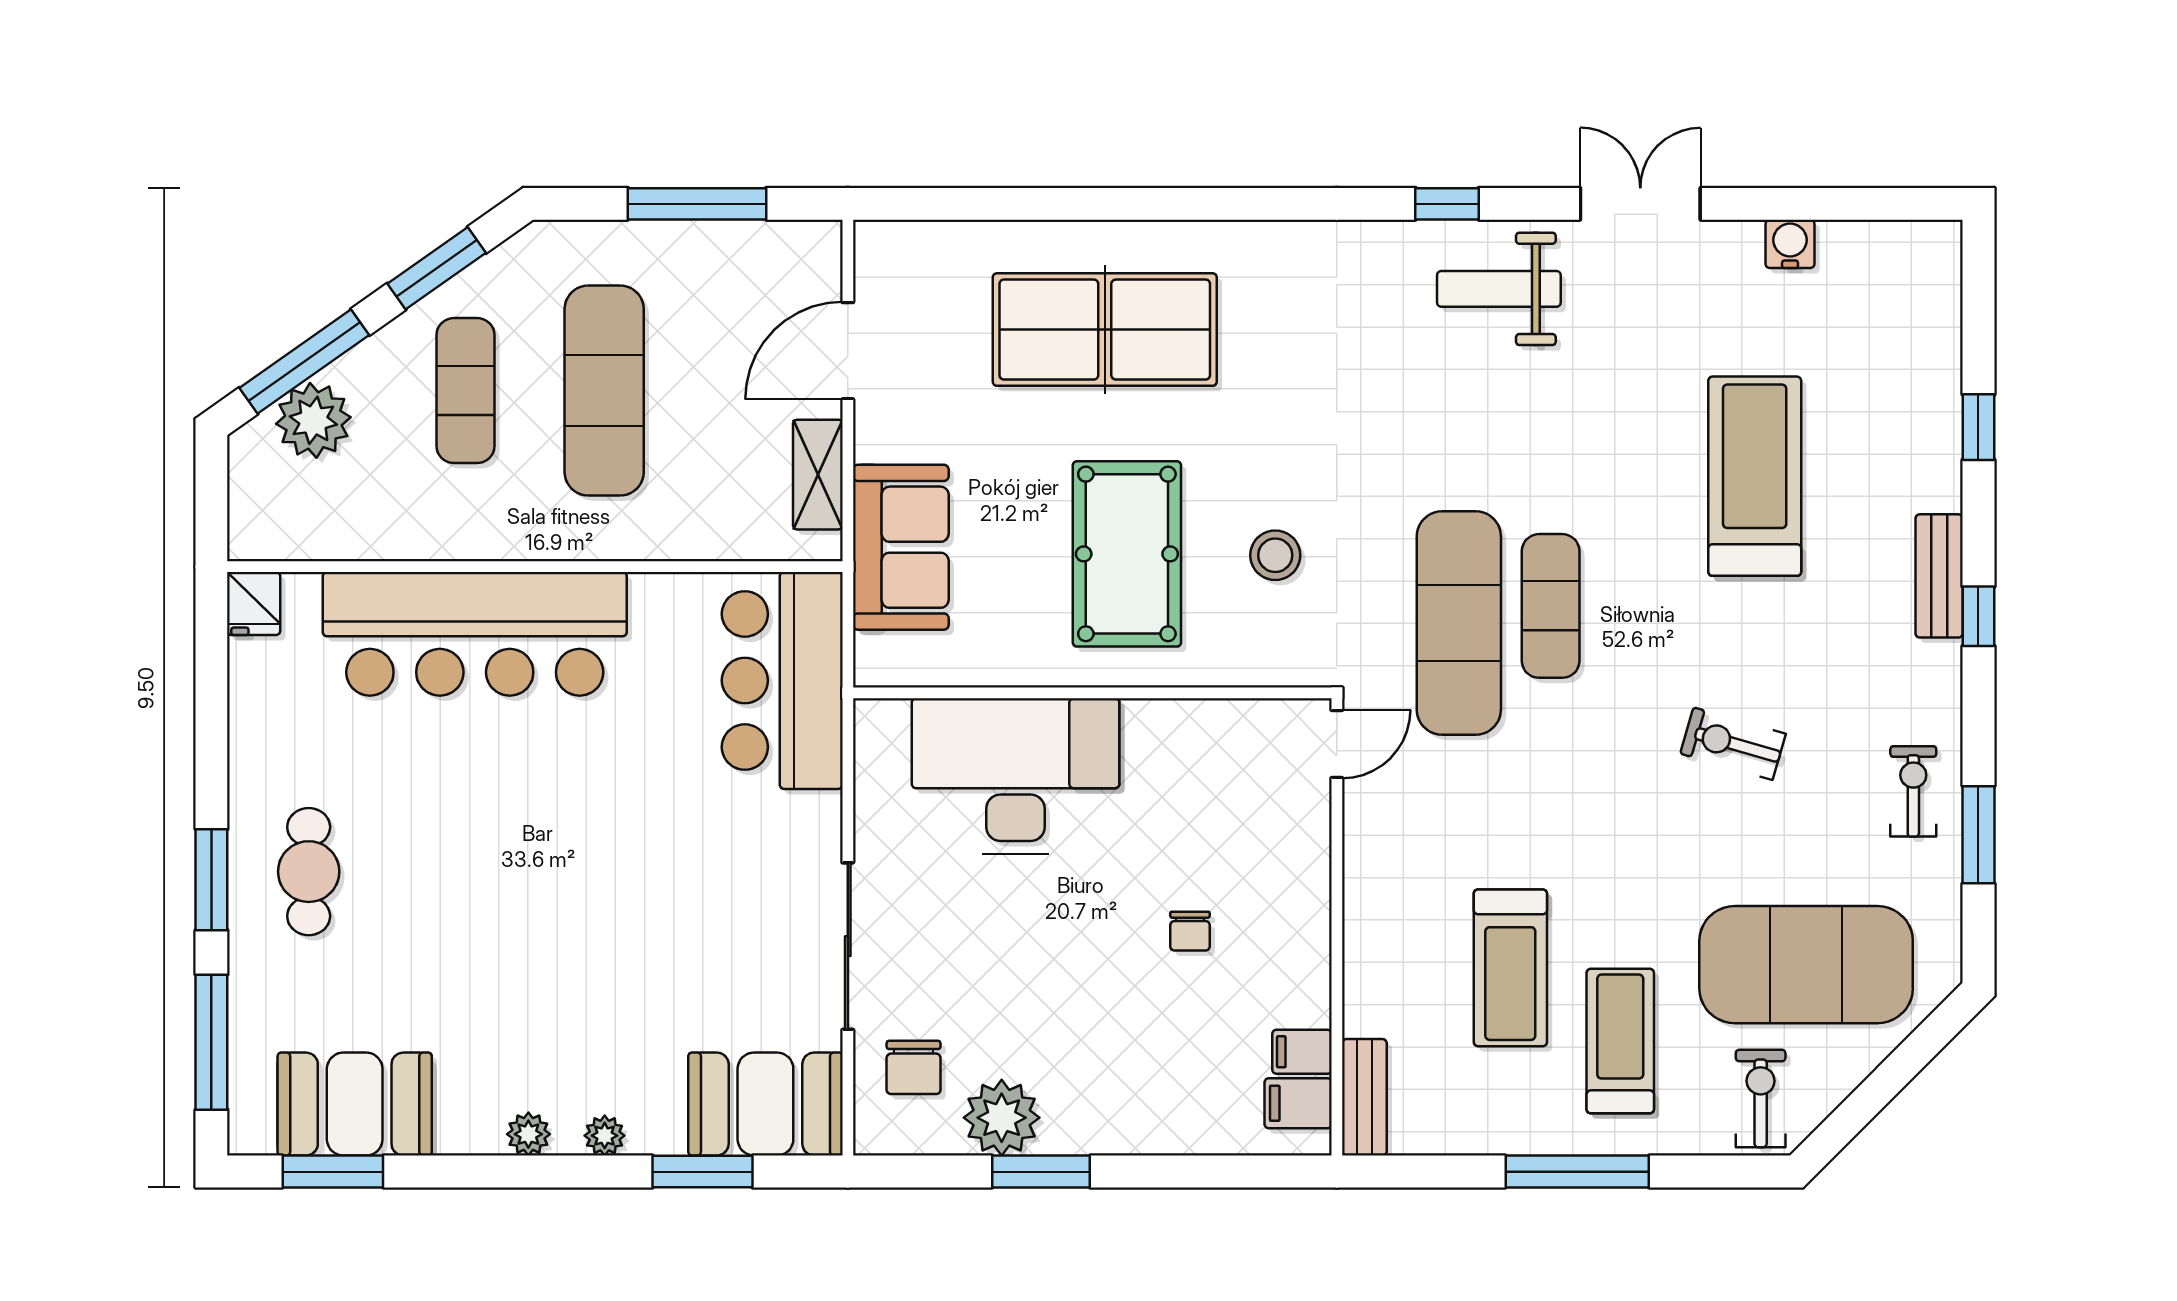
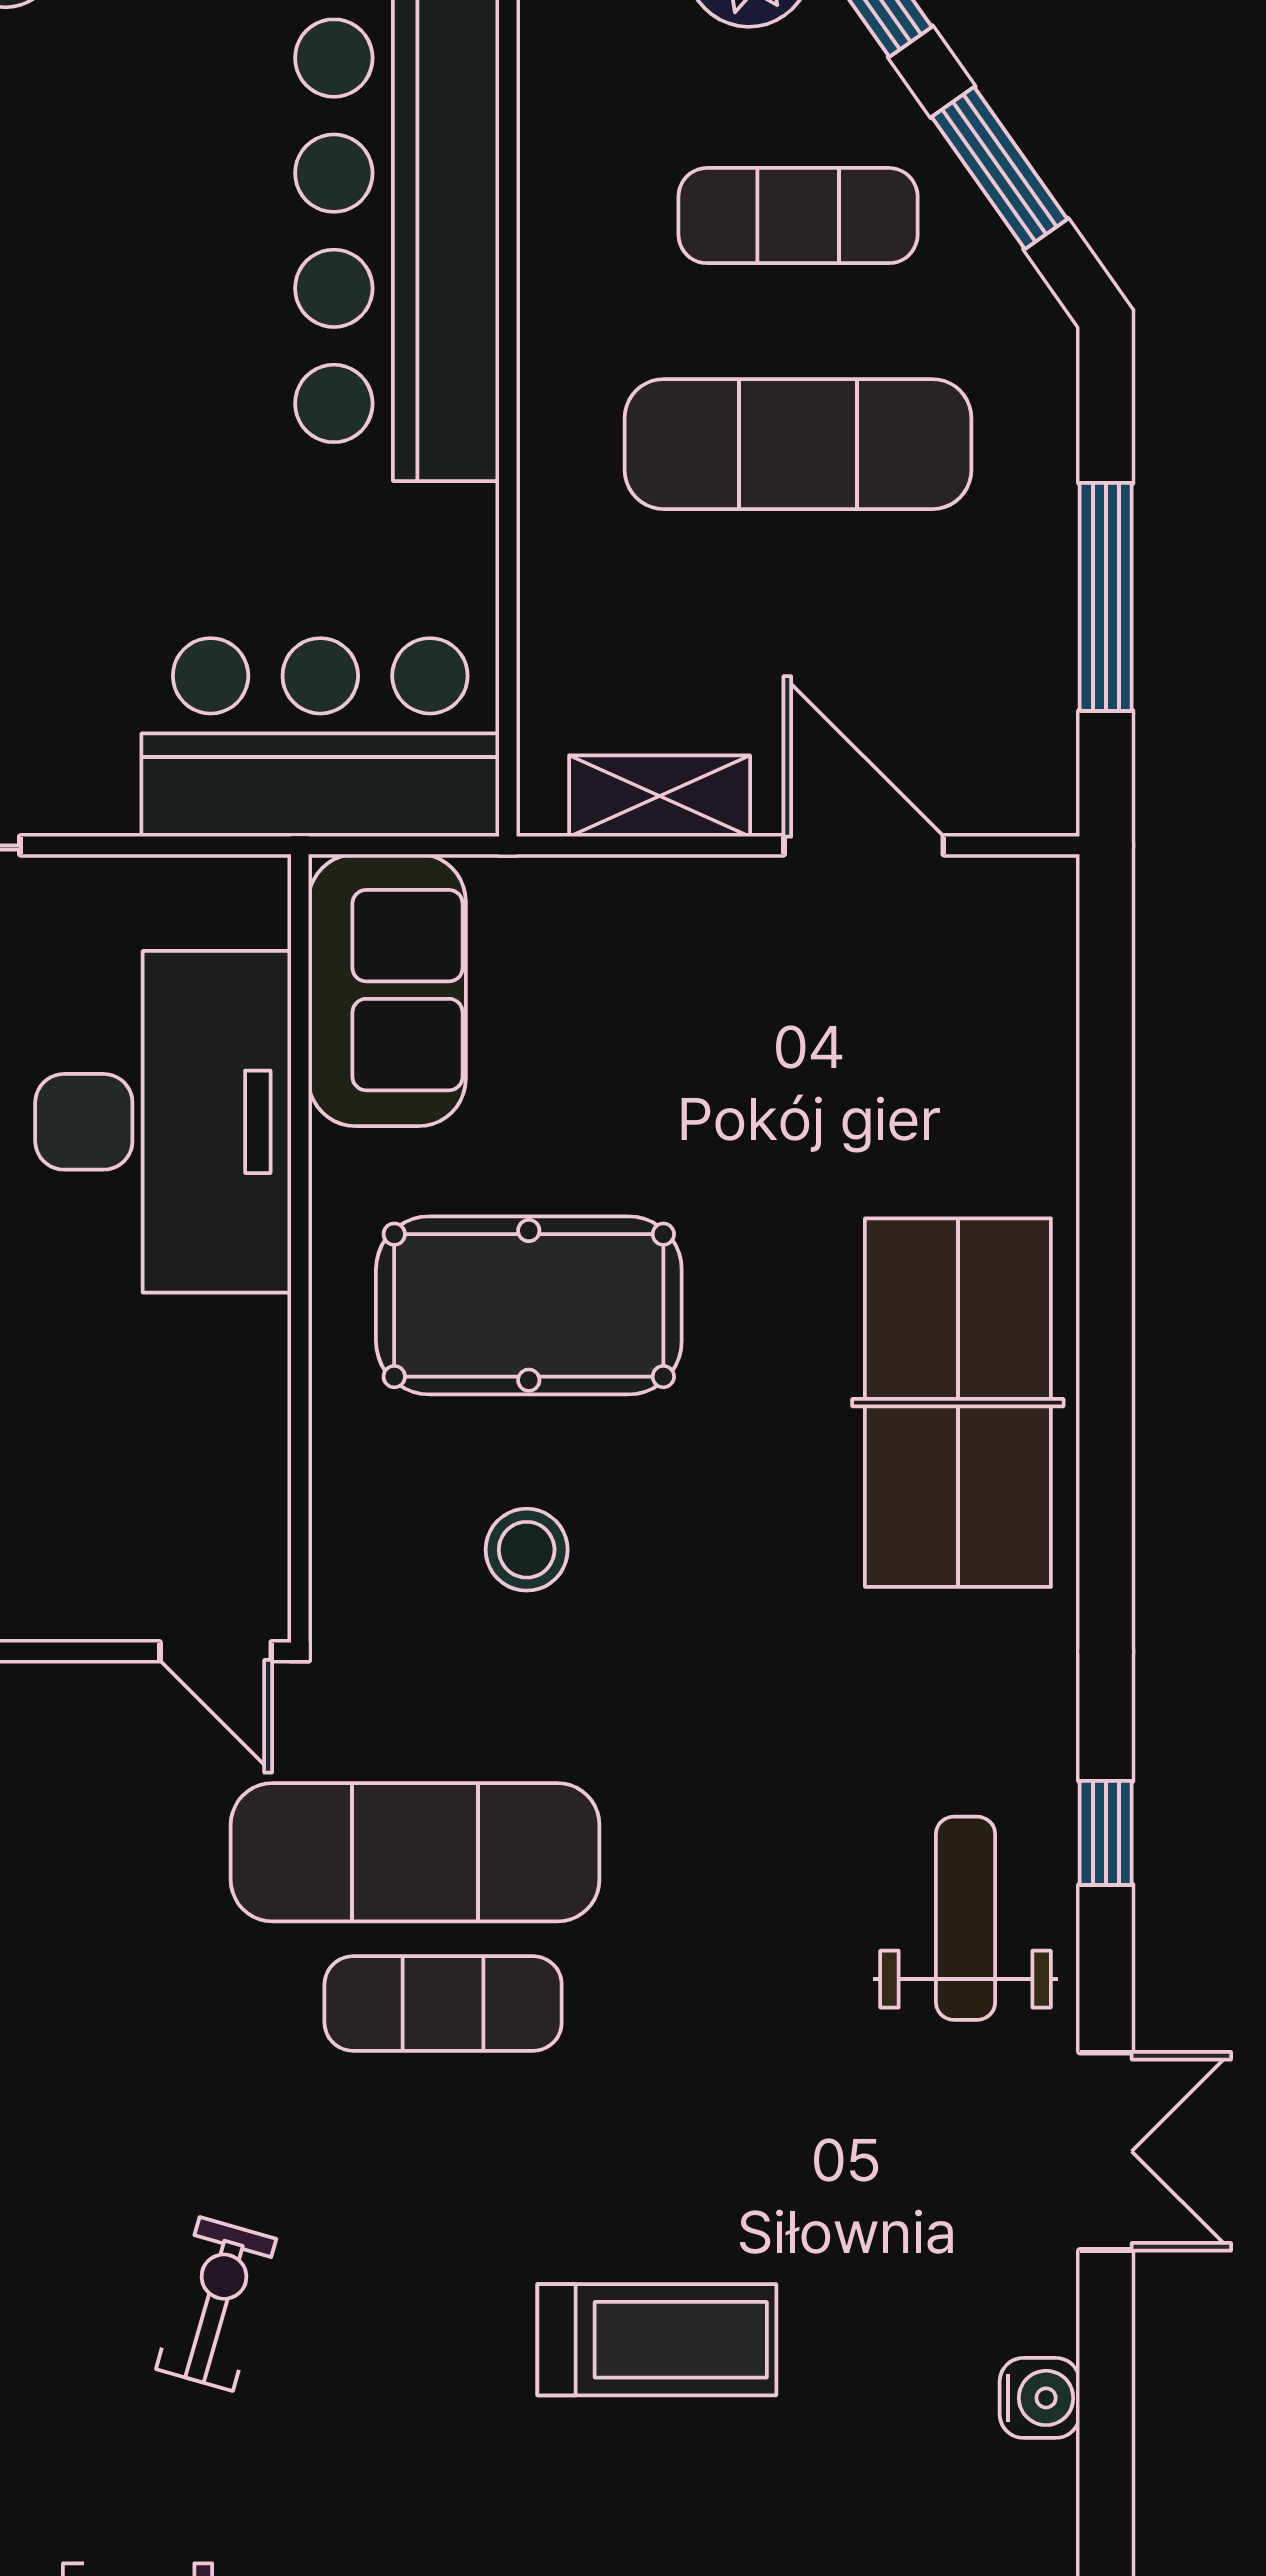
table tennis table: (1105, 330) -> (958, 1403), moved
treadmill: (1755, 476) -> (657, 2340), width x0.73, depth x0.73
sofa: (901, 547) -> (387, 990), moved, turned -90

